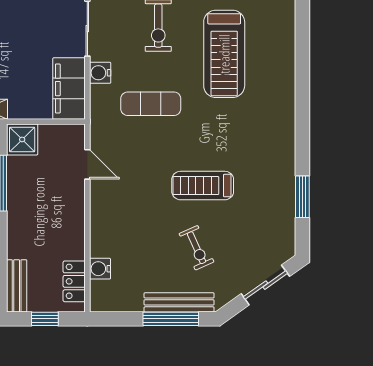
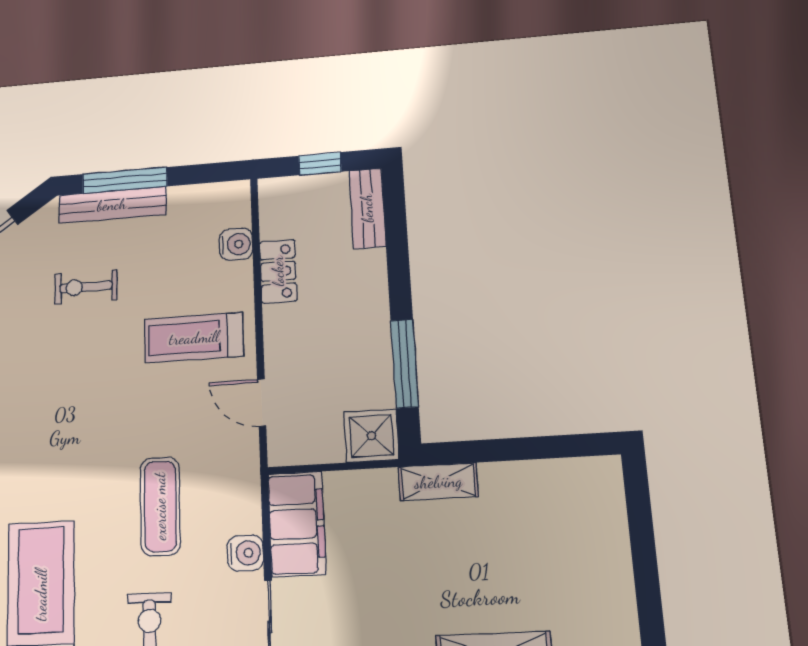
exercise mat: (151, 104) -> (160, 506), turned 90
treadmill: (203, 186) -> (194, 338), moved, turned 180
exercise bike: (196, 248) -> (86, 287), turned -66
locker: (74, 281) -> (278, 271), moved

